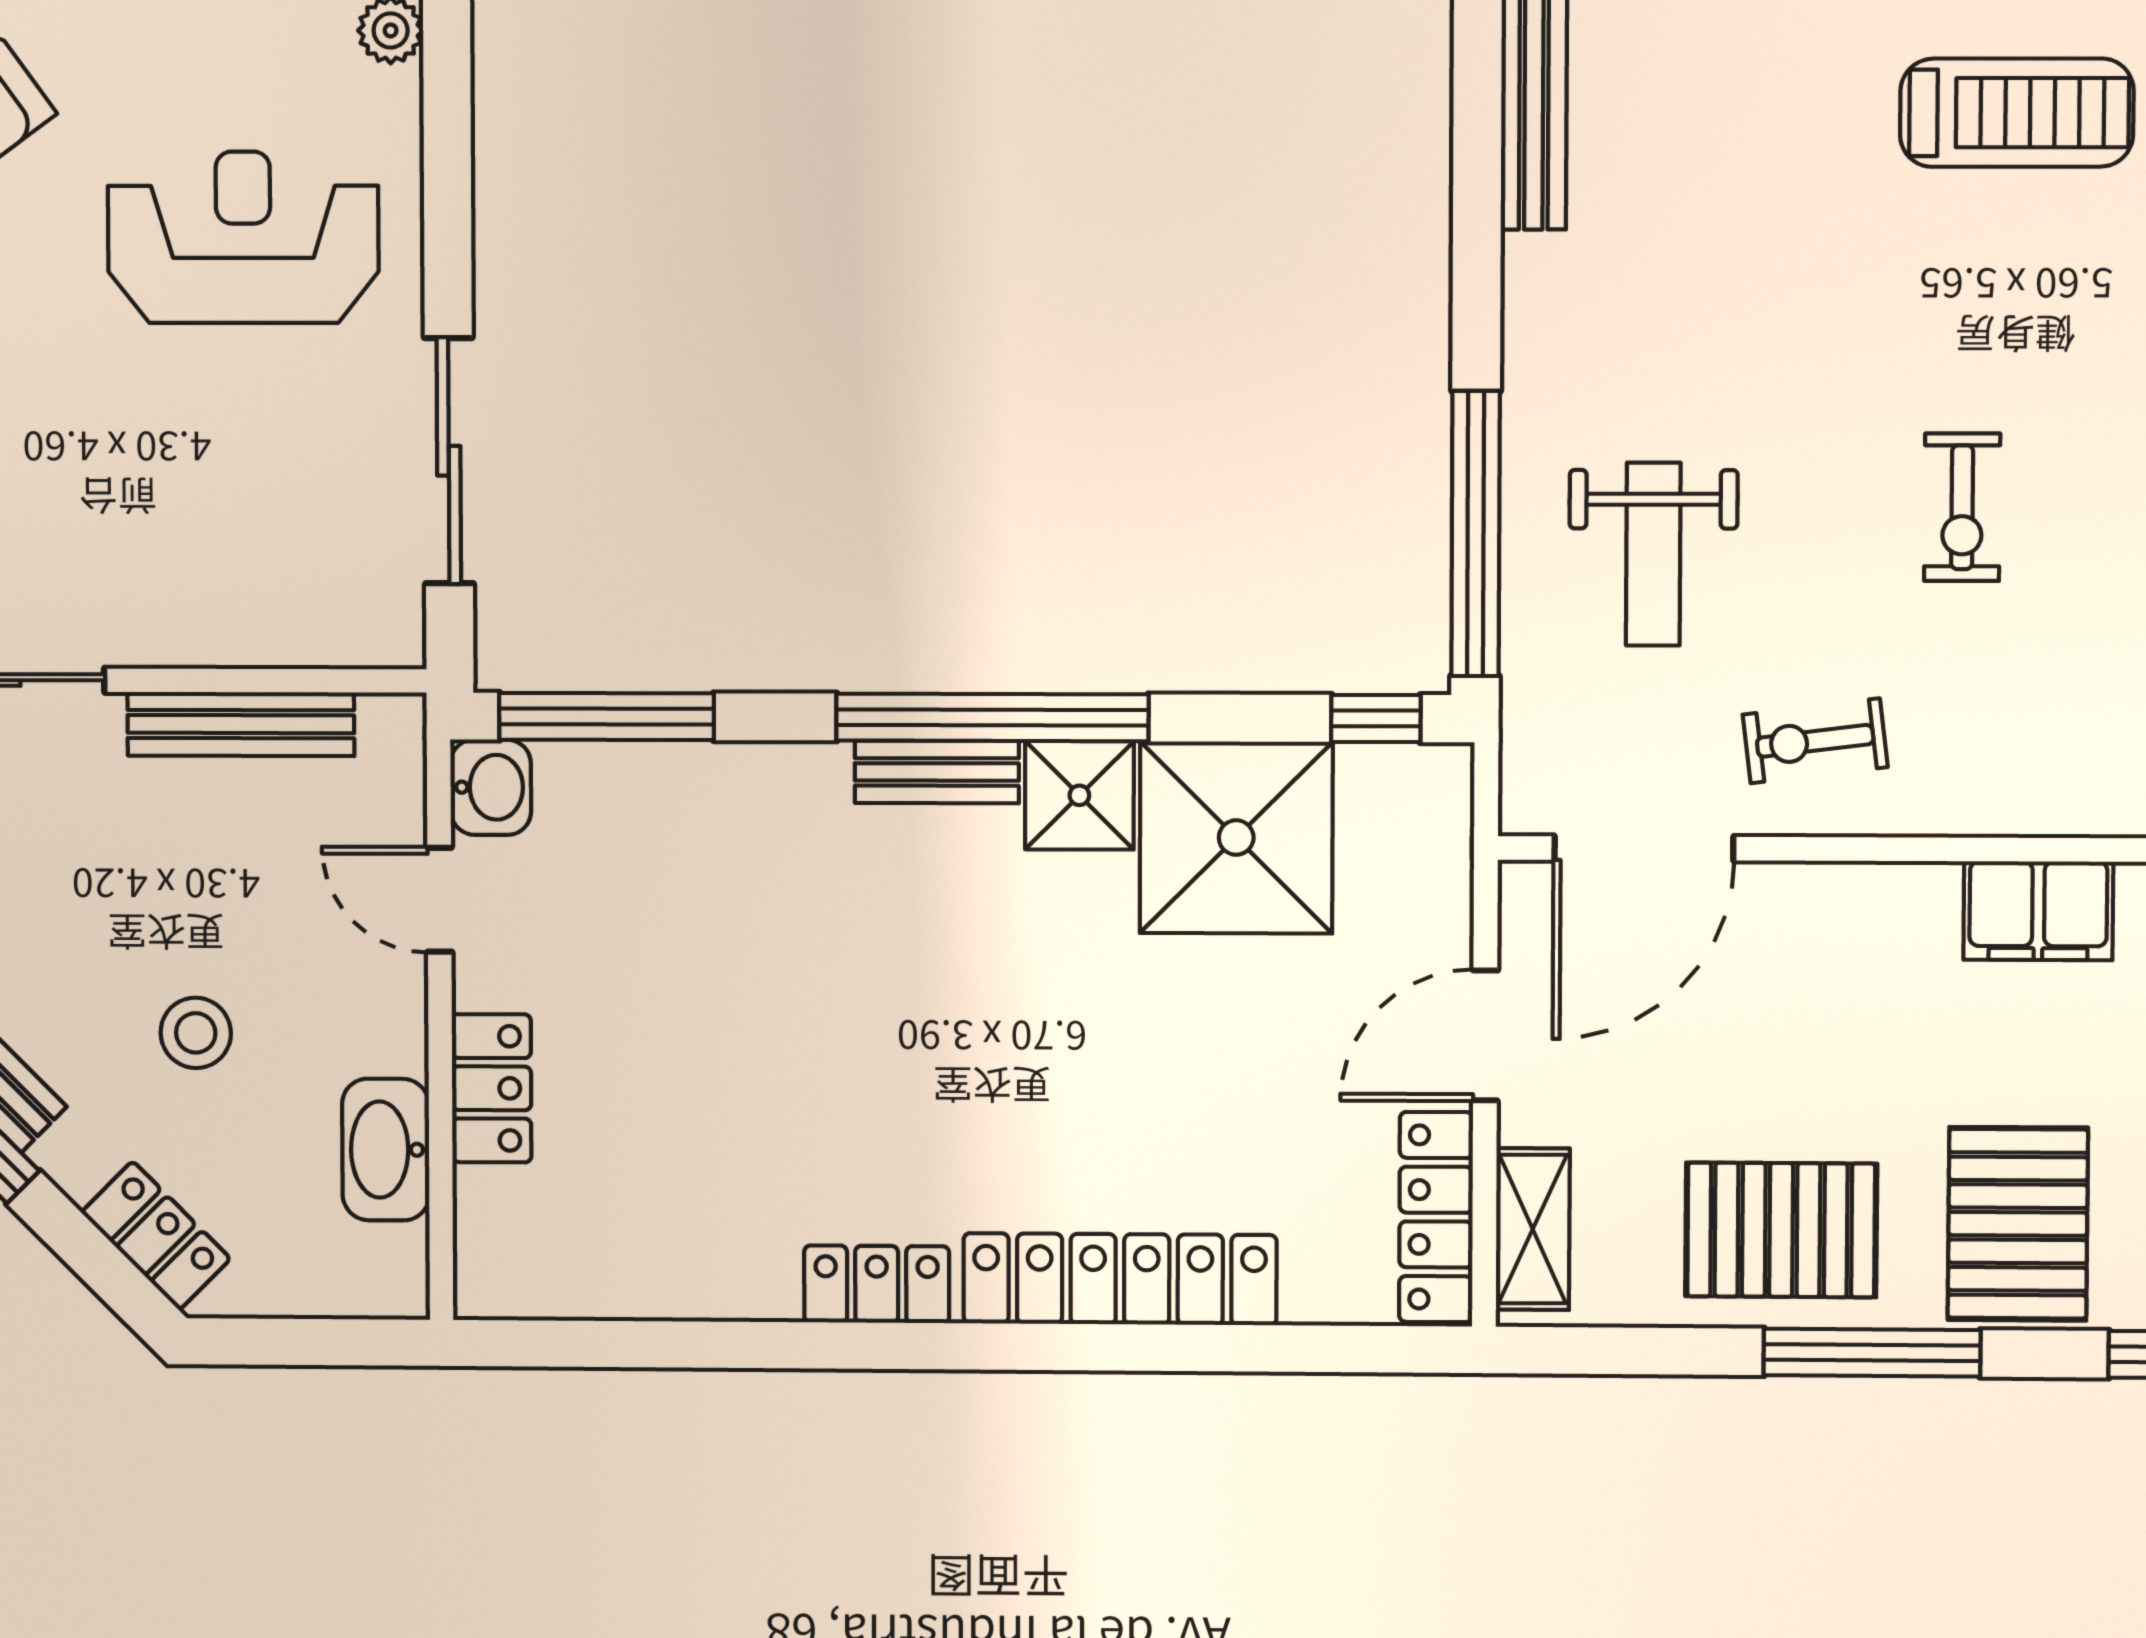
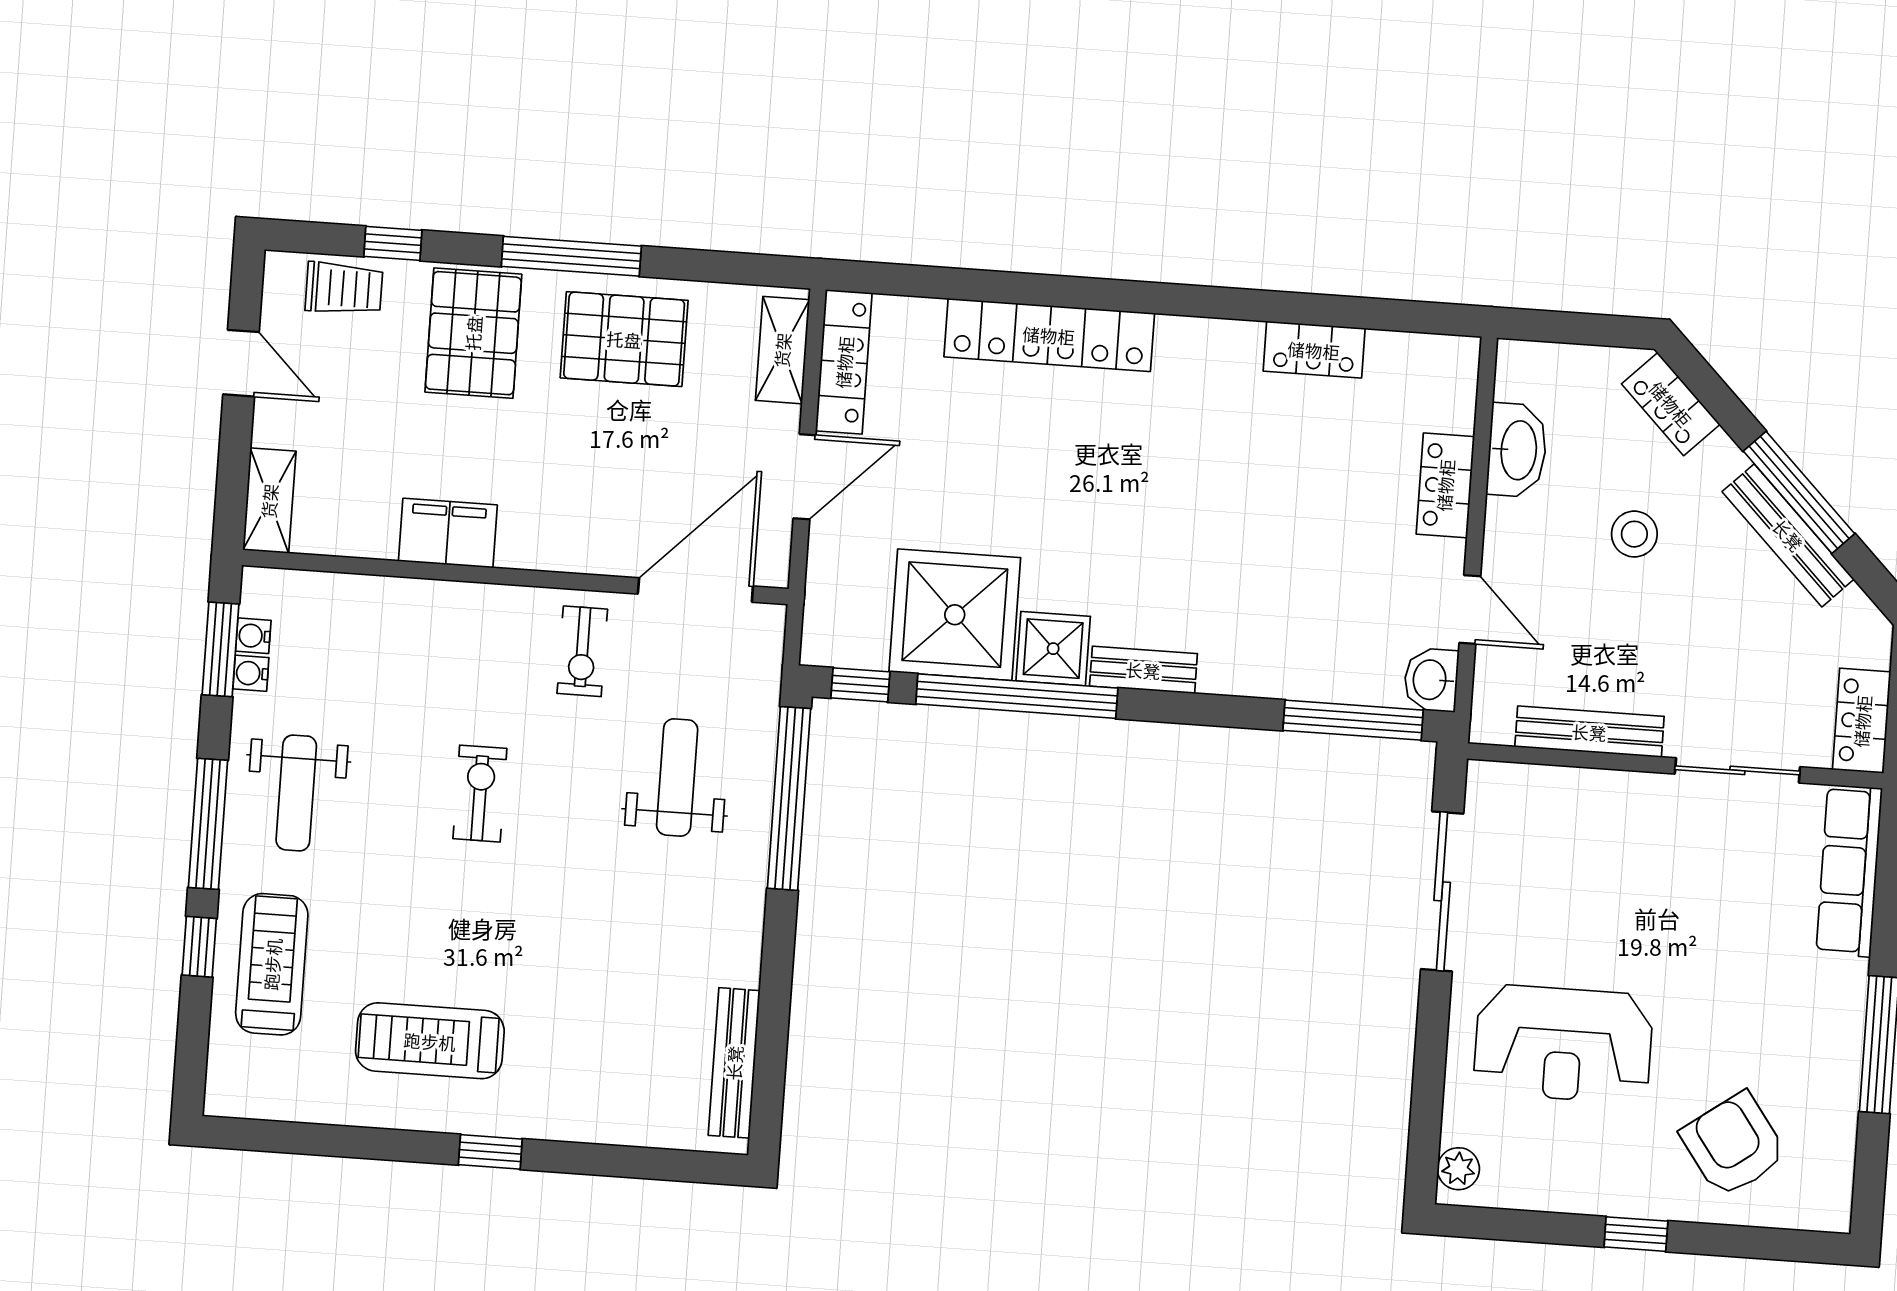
window: (992, 717) -> (1017, 696), moved
exercise bike: (1815, 741) -> (582, 651), turned 97
locker: (877, 1284) -> (1314, 350), moved

